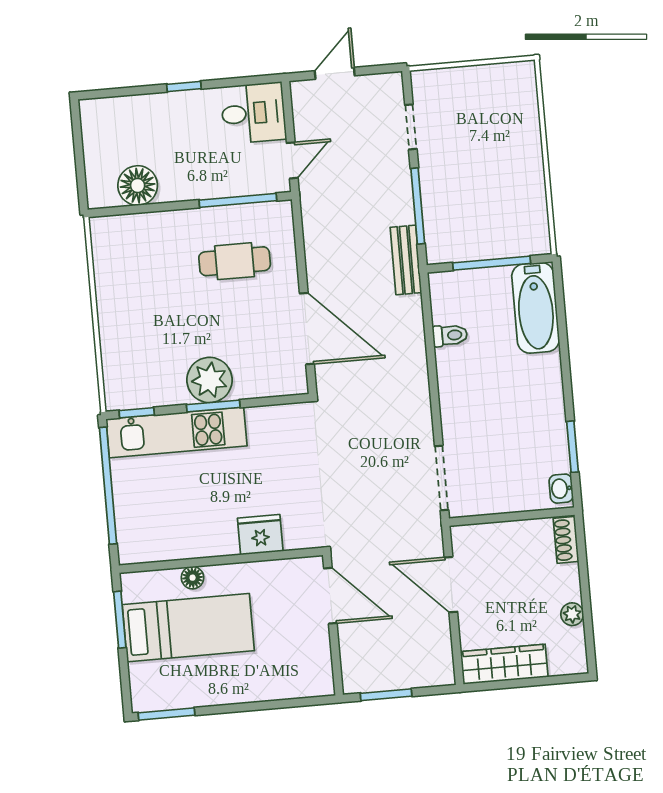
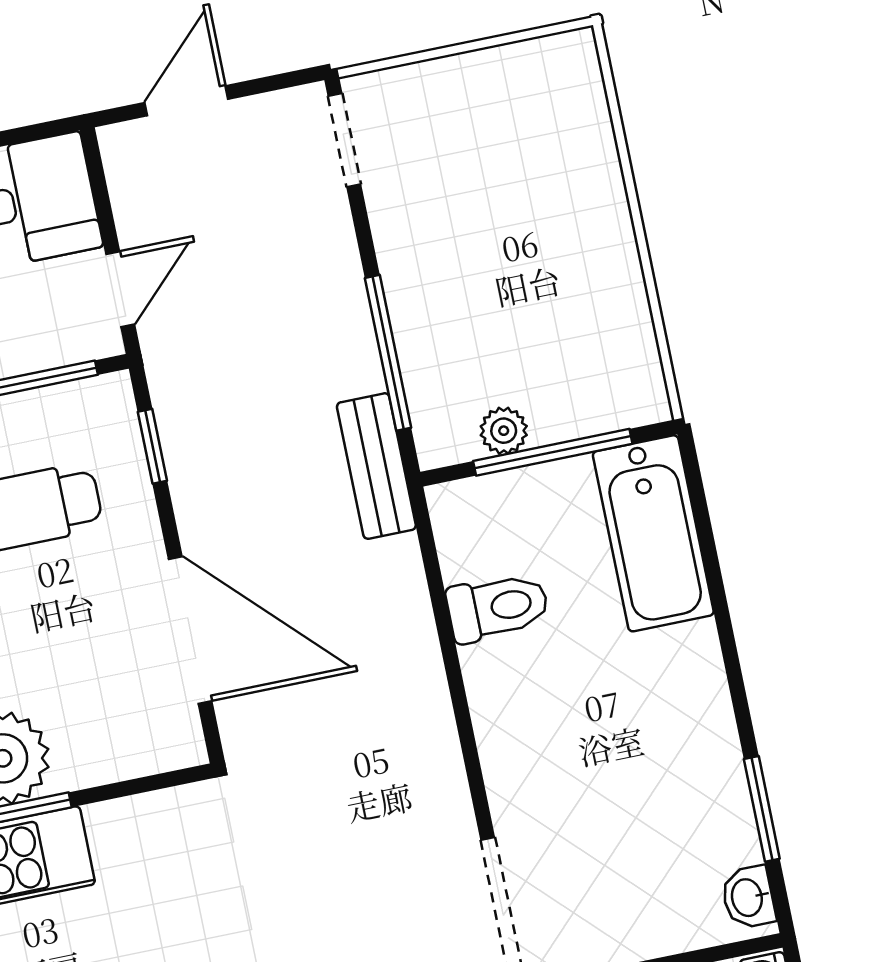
doorway: (411, 127) -> (344, 140), moved
window: (299, 238) -> (152, 446), added
plant: (469, 250) -> (504, 431), added
toilet: (450, 335) -> (498, 607), width x1.37, depth x1.39

